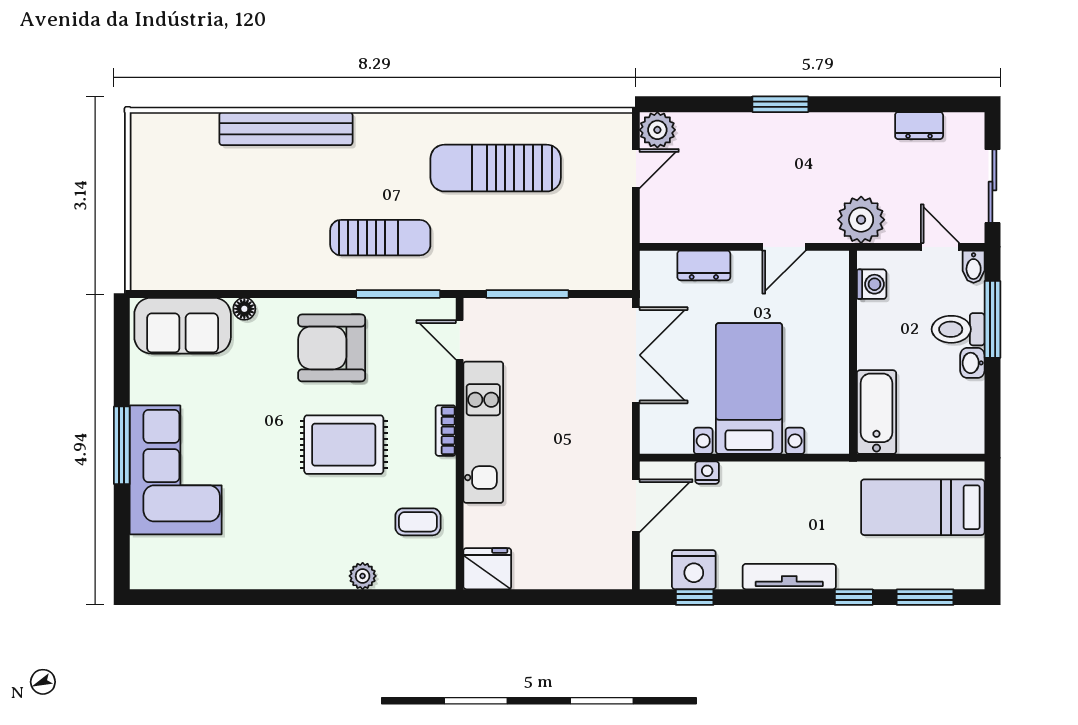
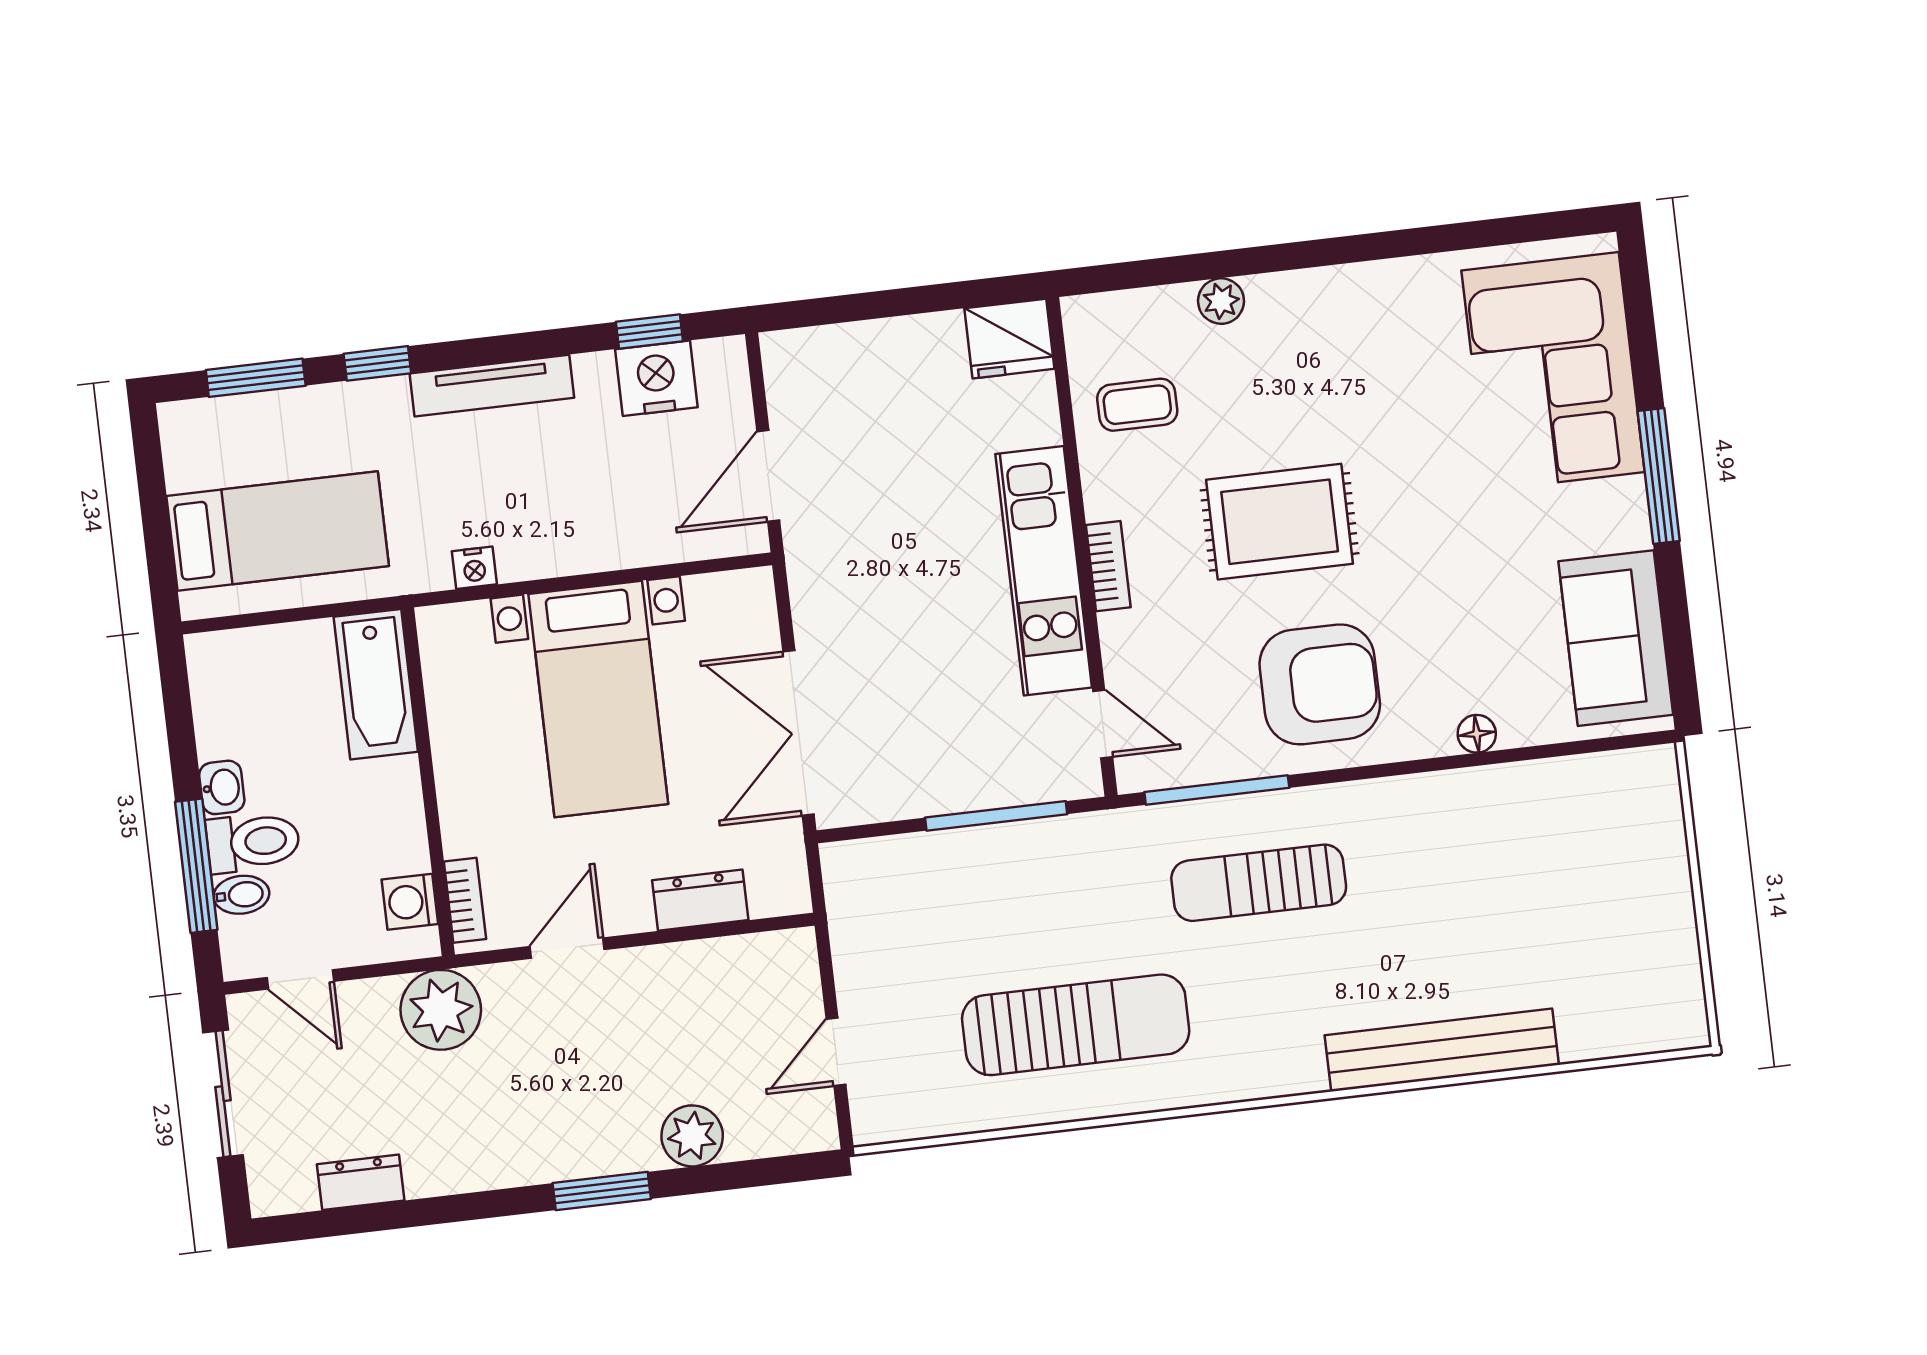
plant: (657, 130) -> (692, 1136), moved
bidet: (974, 267) -> (241, 895), moved, turned 90
bookcase: (840, 281) -> (465, 900), added
sofa: (183, 326) -> (1616, 638), moved, turned -90
corner sofa: (176, 470) -> (1553, 371), moved
nightstand: (707, 473) -> (474, 568), moved

